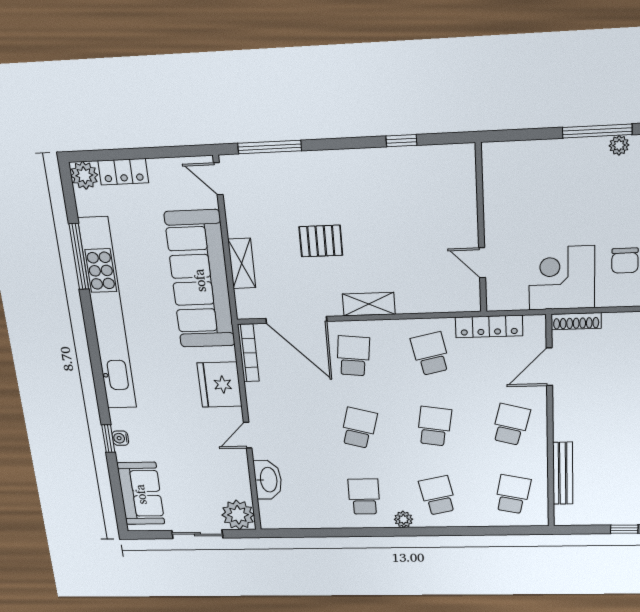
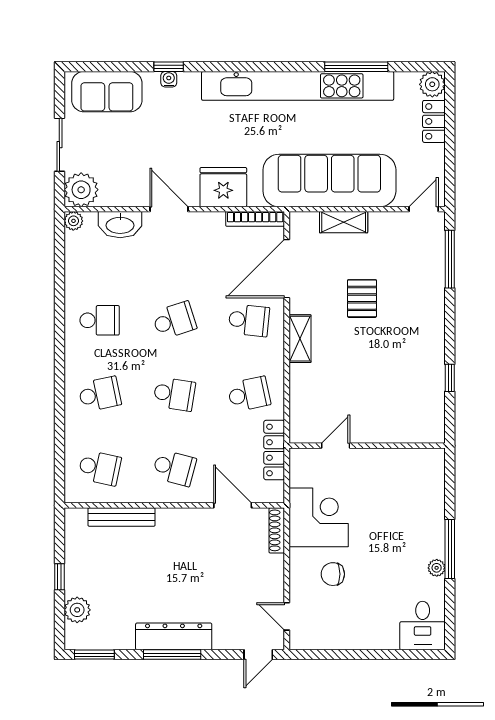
school desk: (359, 428) -> (174, 320), turned -33
door: (248, 435) -> (169, 209), width x1.38
plant: (403, 519) -> (73, 221), moved

